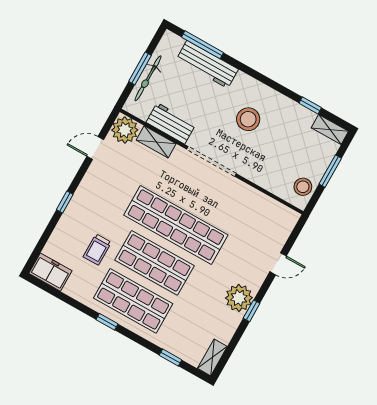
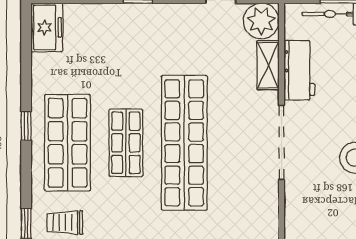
trolley: (97, 250) -> (65, 223), moved
shop shelf: (154, 263) -> (126, 143), width x0.70, depth x0.74

